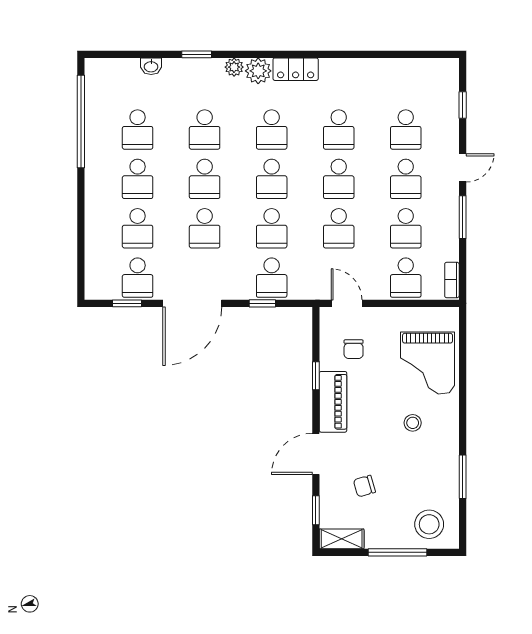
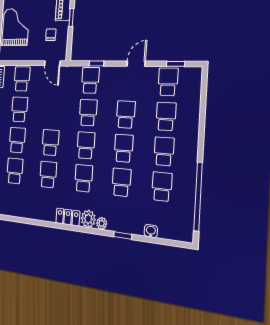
school desk: (339, 228) -> (53, 111), removed
door: (192, 303) -> (136, 64), width x0.53

